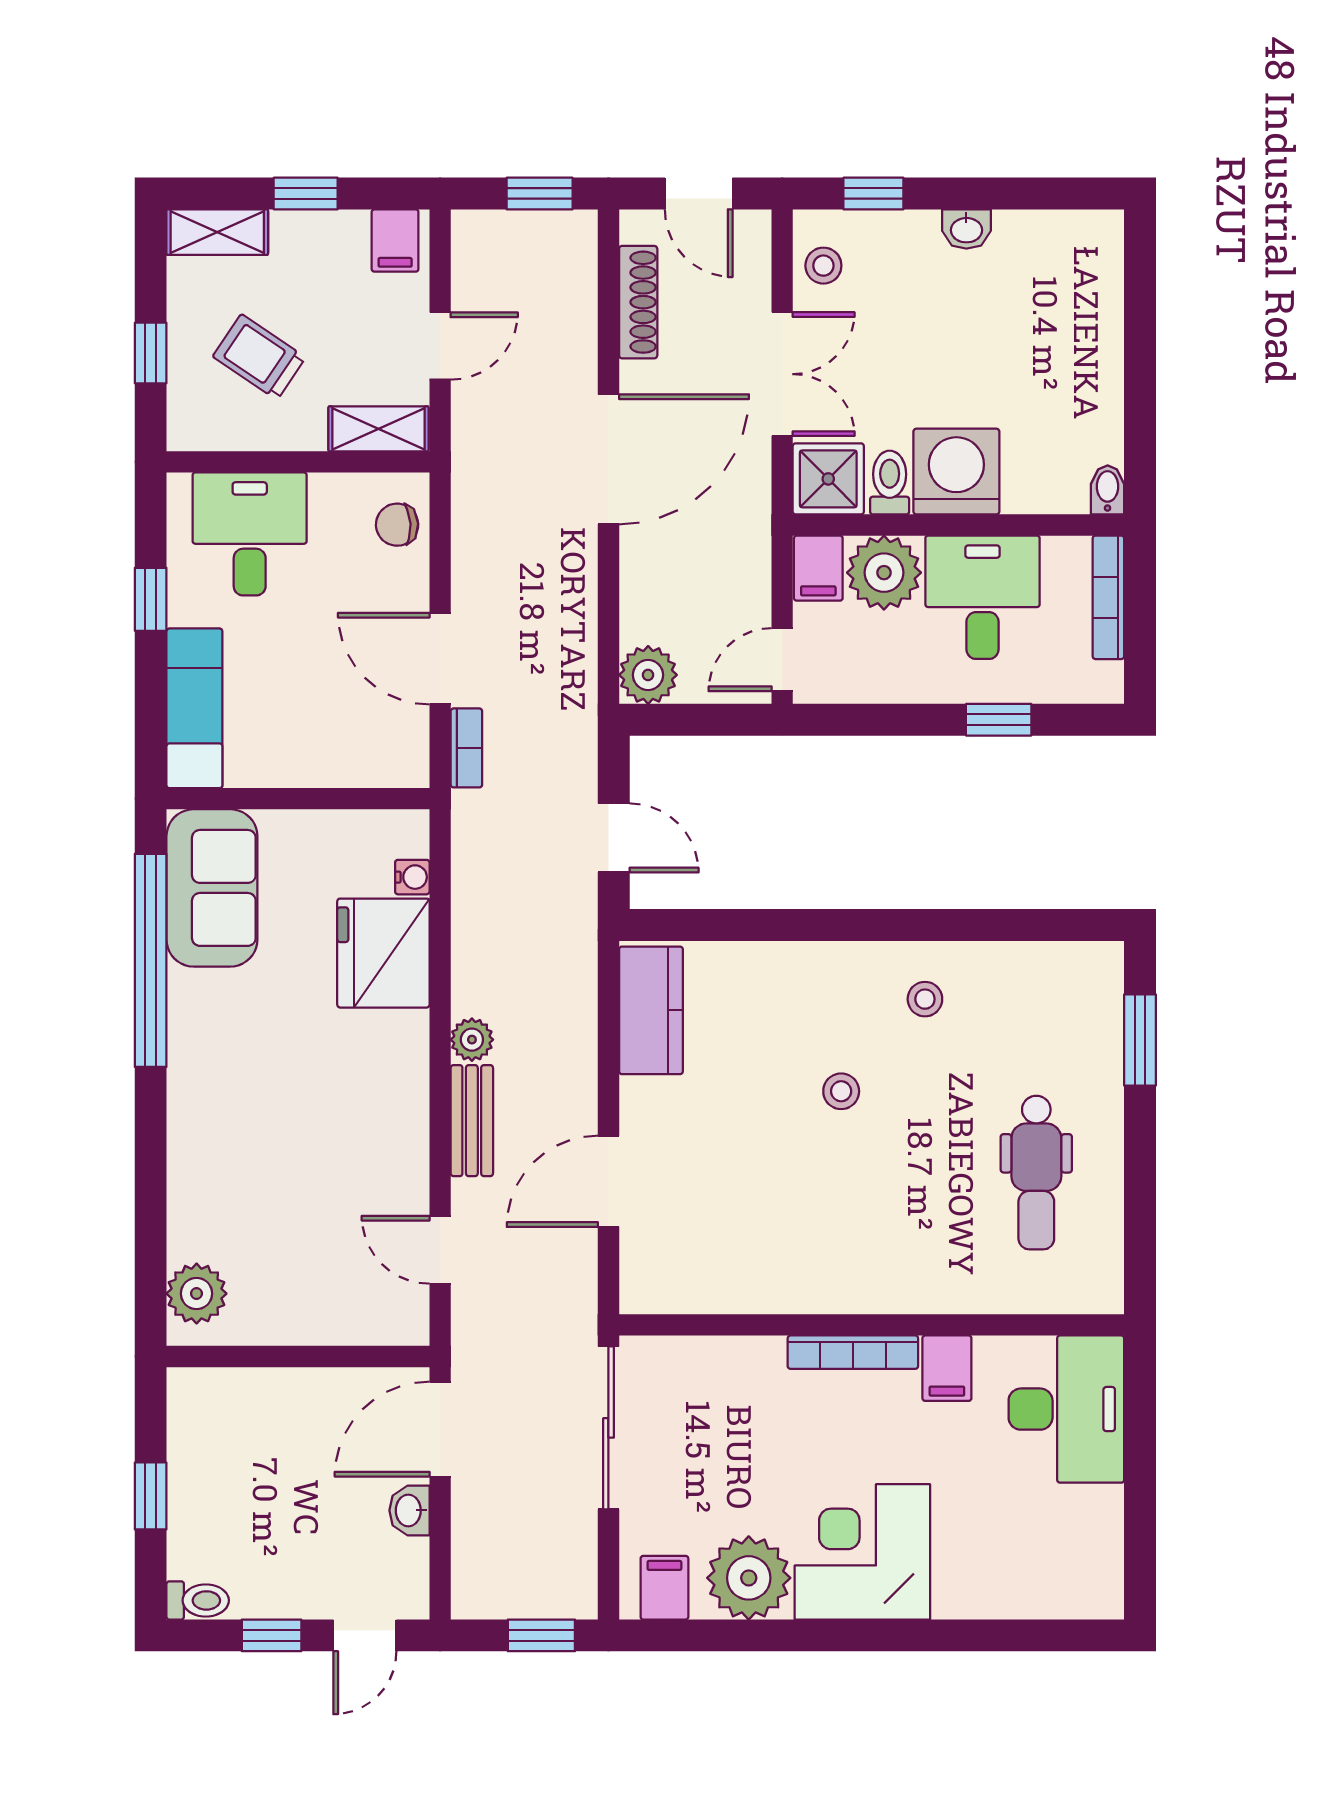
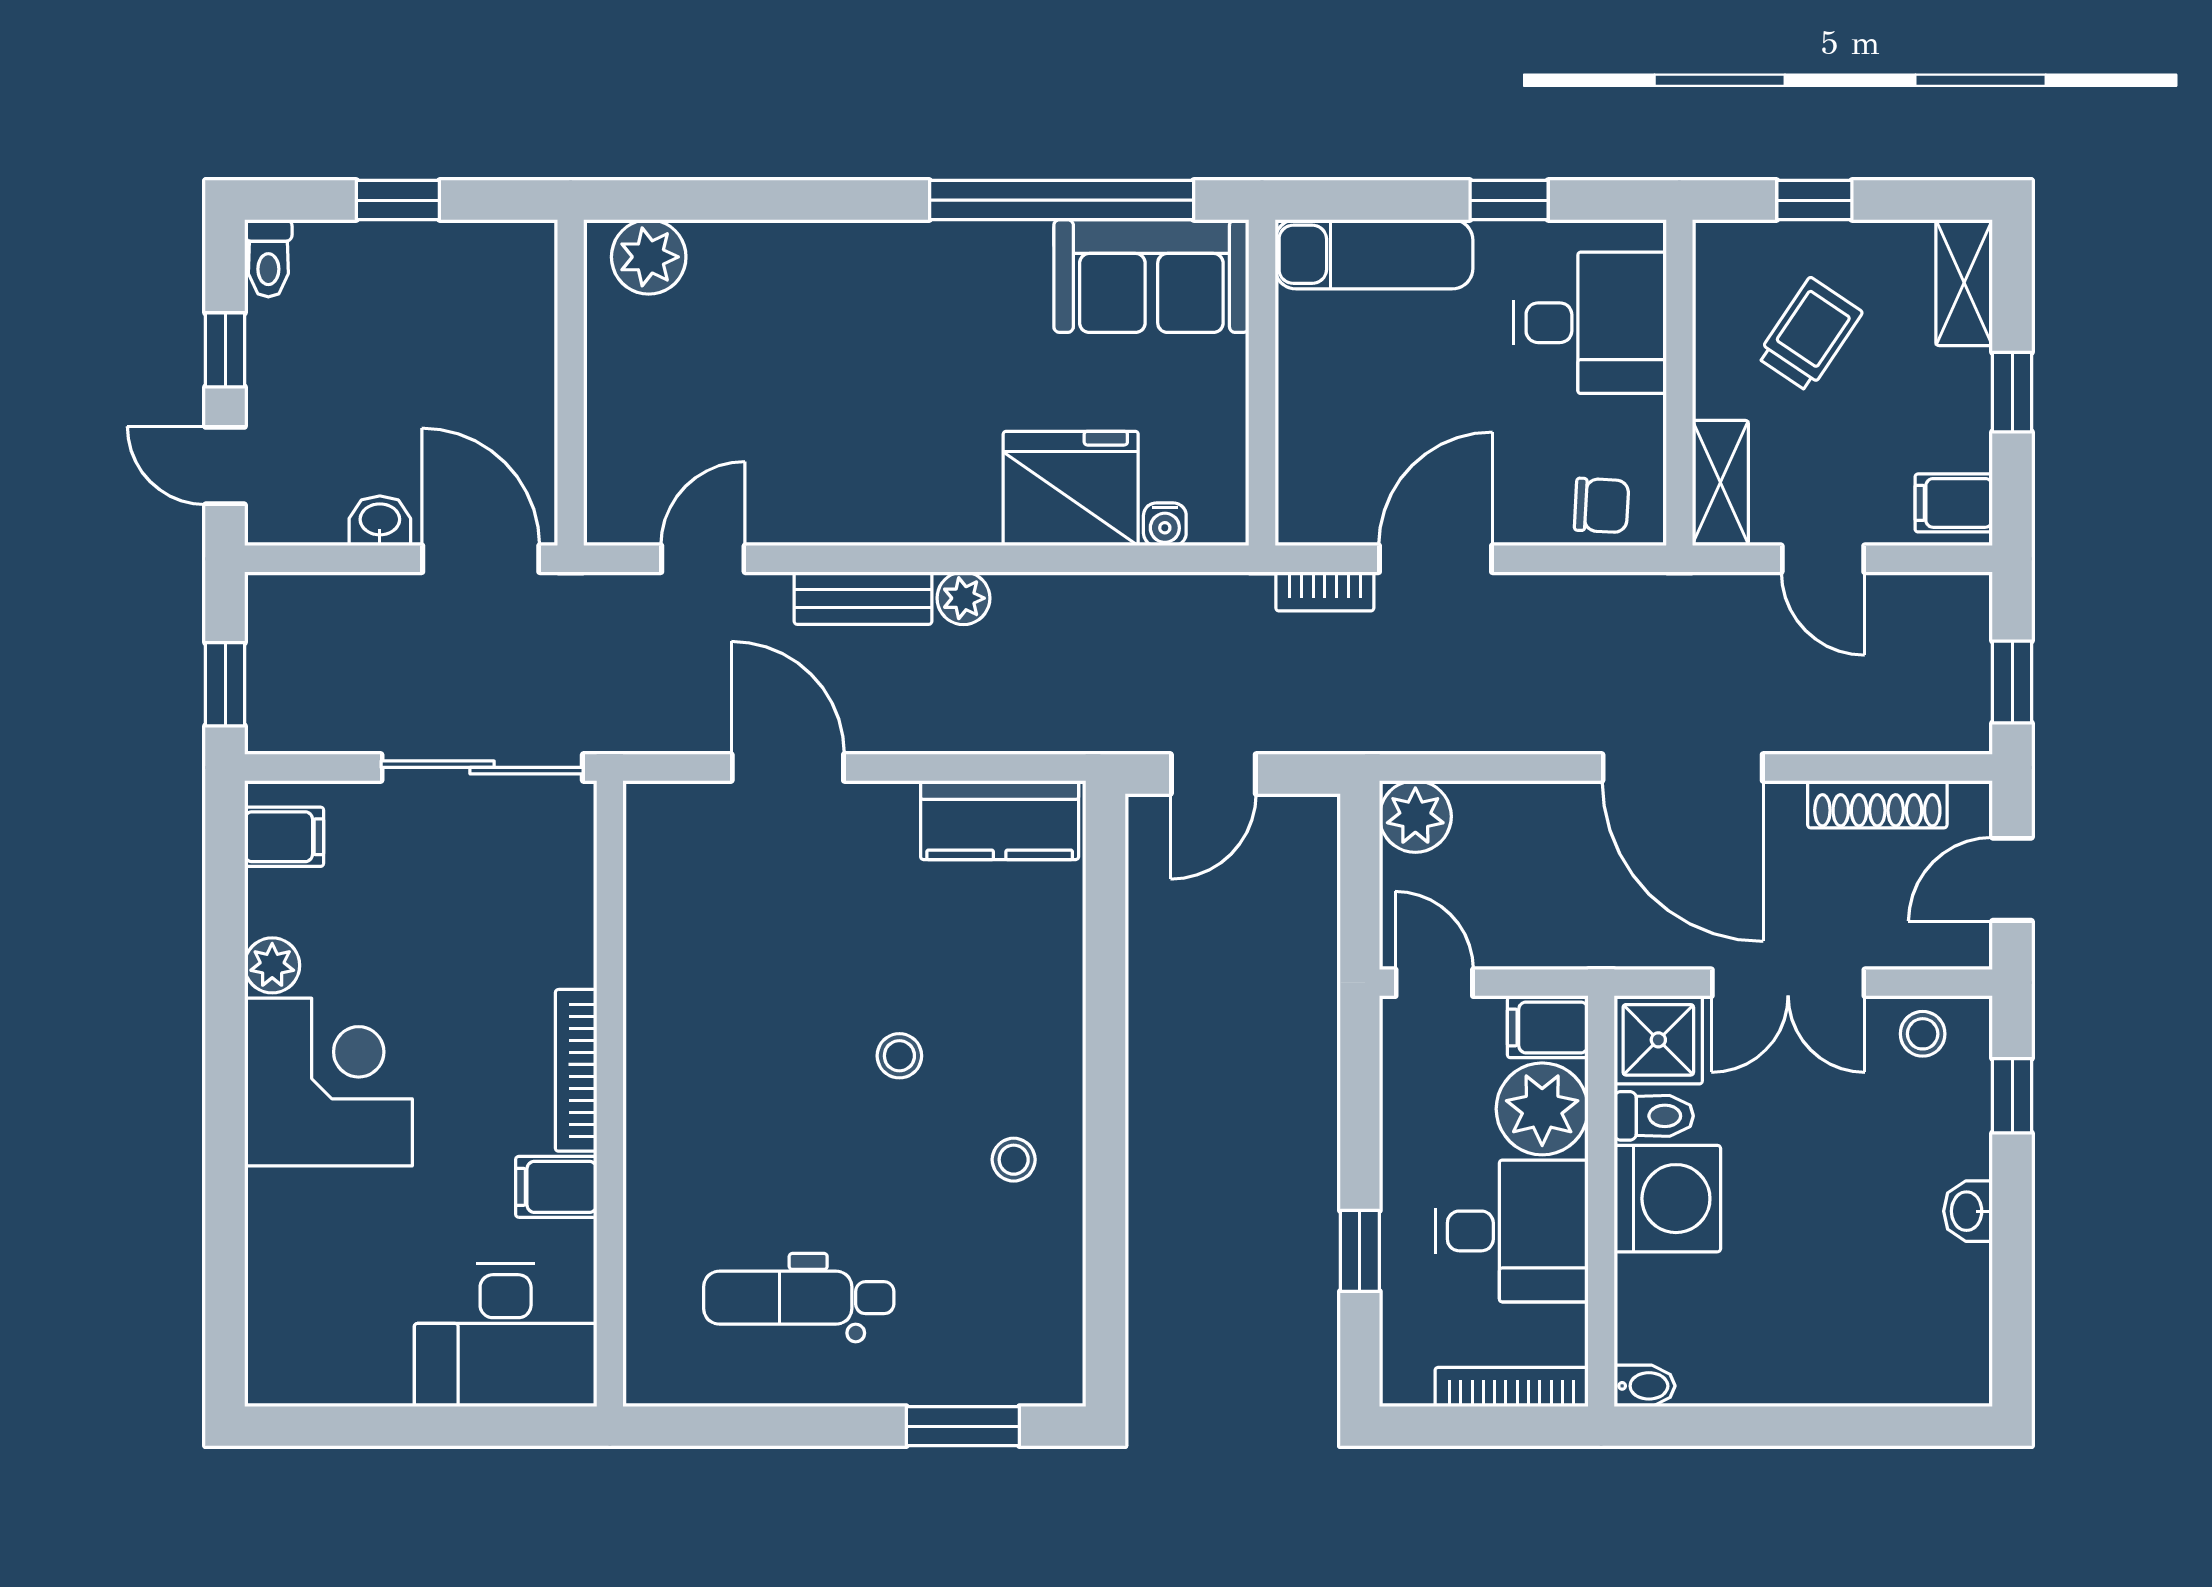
chair: (397, 525) -> (1602, 505), turned 96
plant: (749, 1578) -> (272, 965), width x0.53, depth x0.53

